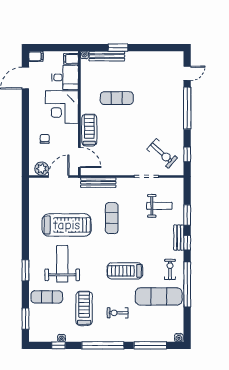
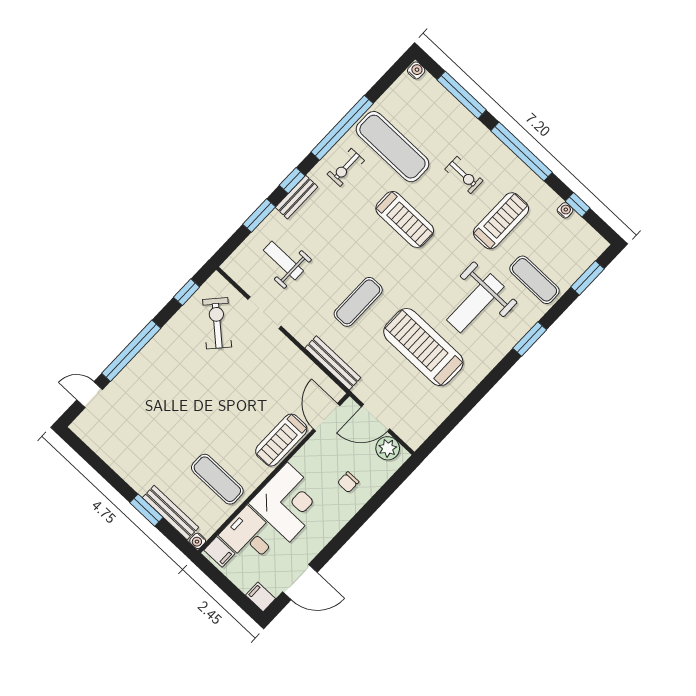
exercise mat: (117, 98) -> (217, 479), moved
treadmill: (84, 308) -> (501, 221), turned 180

